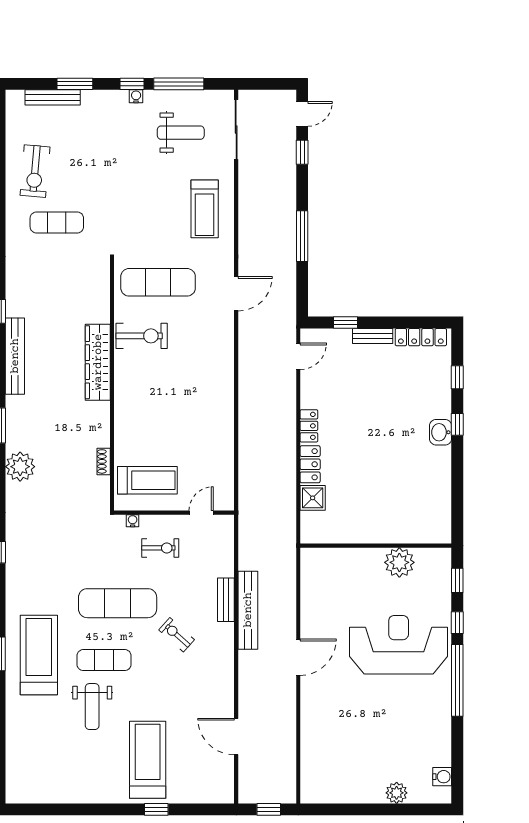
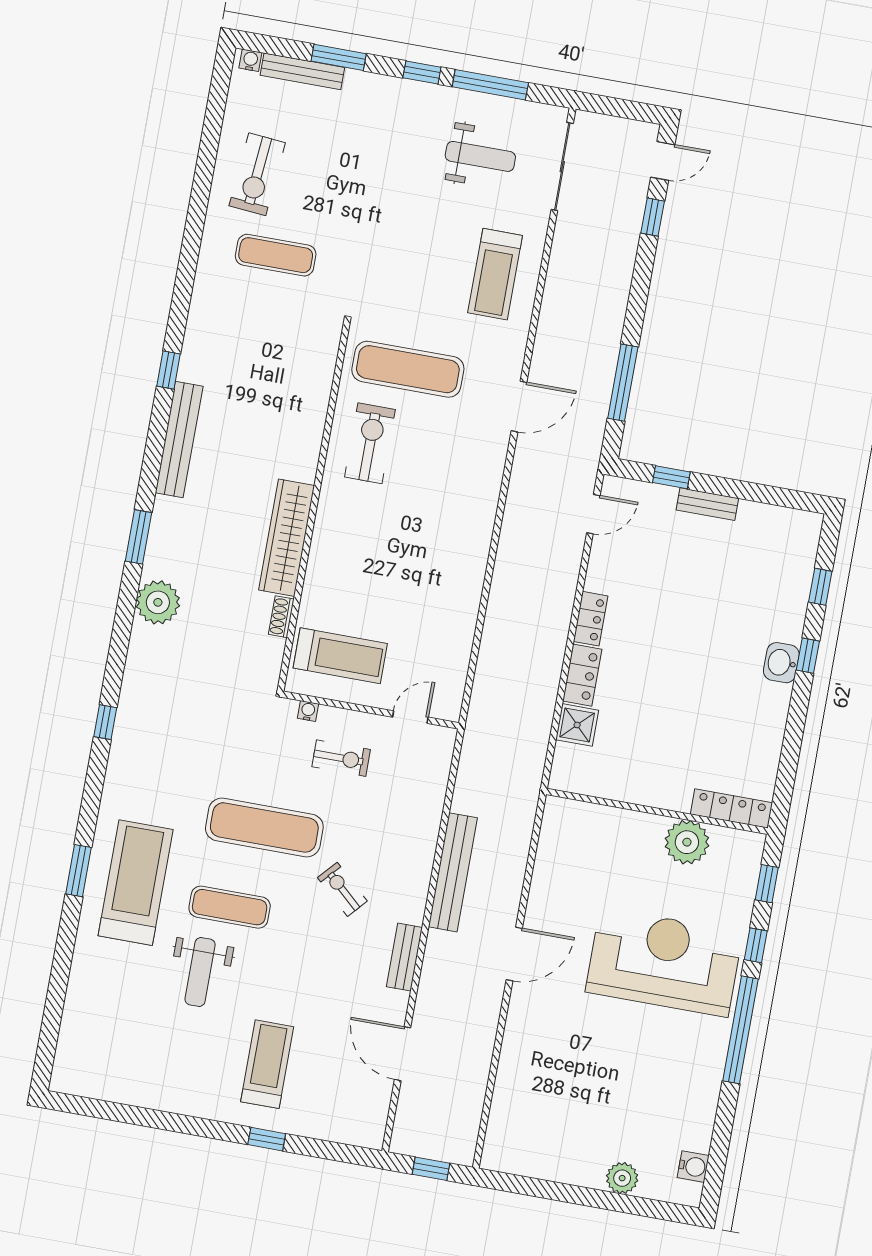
water cooler: (136, 96) -> (250, 60), moved
window: (302, 236) -> (623, 383), moved
exercise bike: (142, 336) -> (370, 443), turned -90
locker: (421, 337) -> (731, 808), moved, turned 180
wardrobe: (98, 362) -> (287, 538), moved
bench: (226, 600) -> (404, 957), moved
treadmill: (148, 760) -> (267, 1064), width x0.73, depth x0.73

